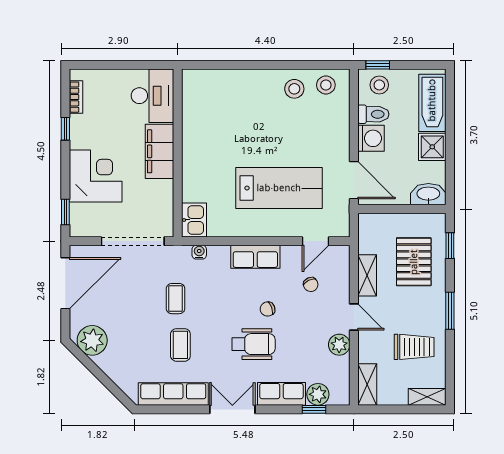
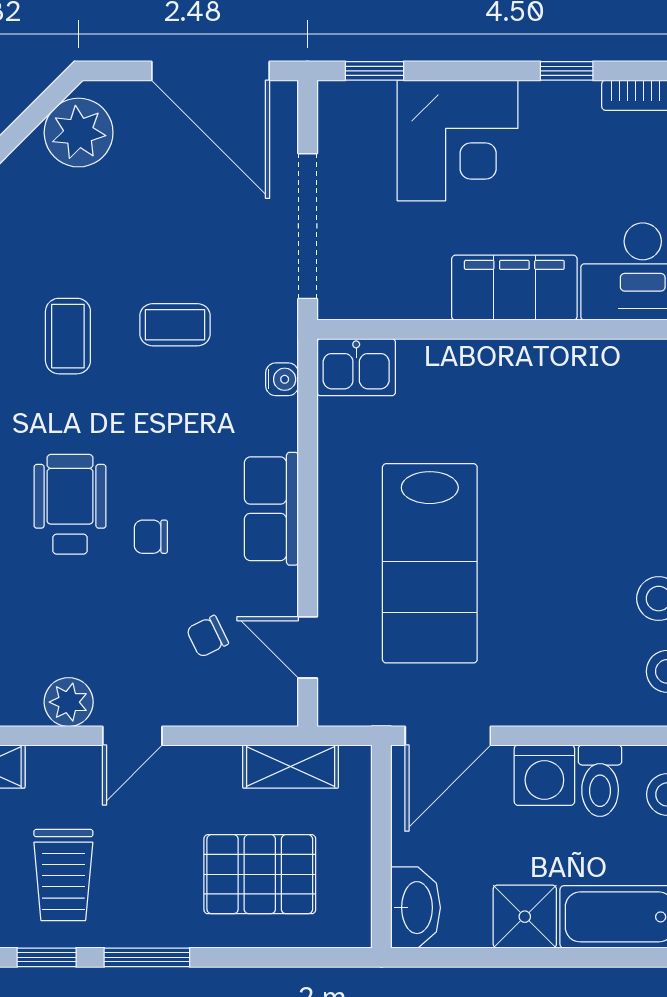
window: (450, 246) -> (47, 957), moved
shelving: (367, 275) -> (291, 767), moved
chair: (267, 309) -> (151, 537), turned -71
wheelchair: (253, 344) -> (70, 504), turned 180
coffee table: (180, 345) -> (68, 336), turned 90

